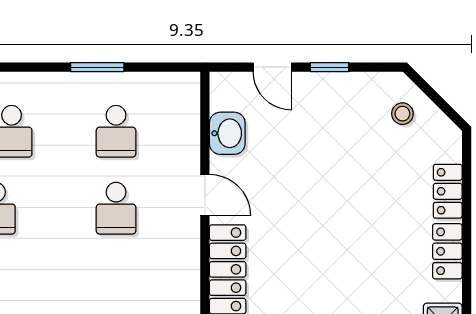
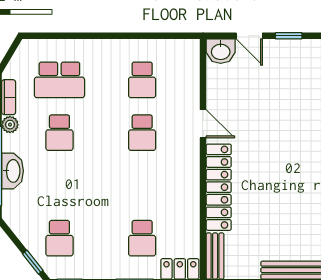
window: (97, 67) -> (129, 36), removed
washbasin: (227, 133) -> (221, 51), moved, turned 90

